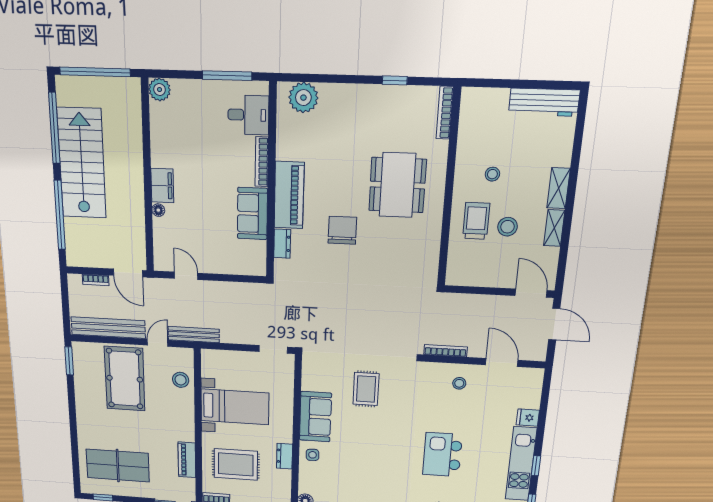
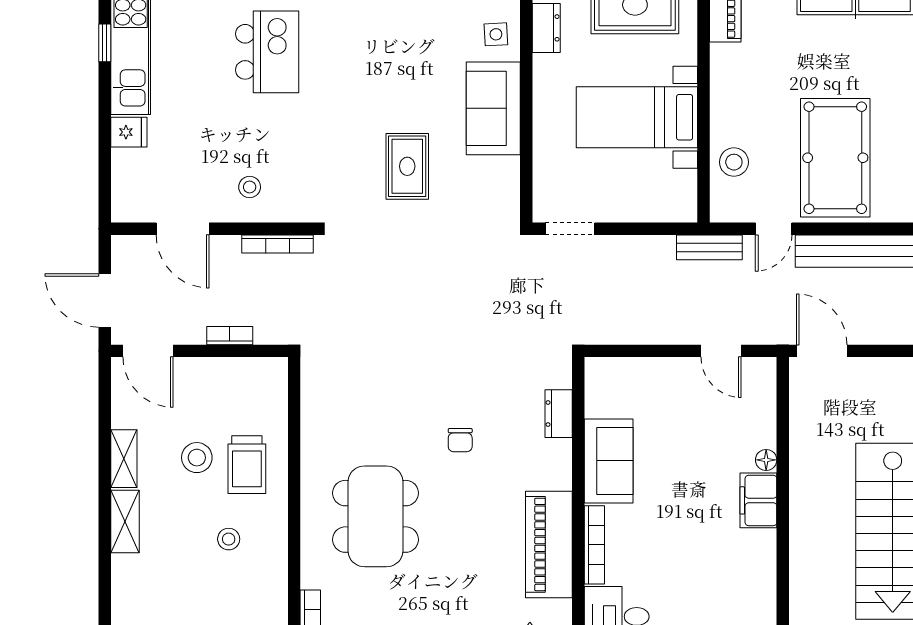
piano: (289, 195) -> (549, 544), moved
chair: (342, 230) -> (460, 440), width x0.54, depth x0.54
bookcase: (96, 280) -> (230, 336), moved
bench: (194, 335) -> (709, 247), width x0.73

